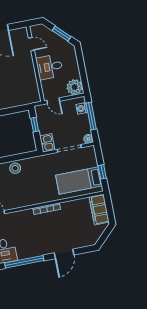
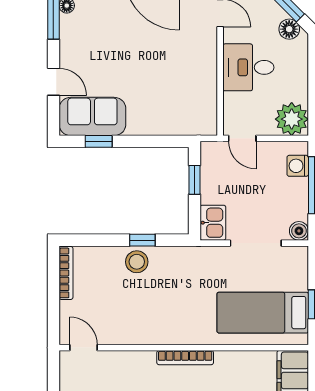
floor lamp: (65, 45) -> (289, 29), added
window: (16, 158) -> (142, 240), added

